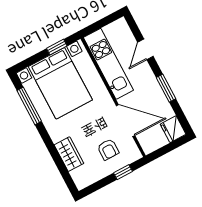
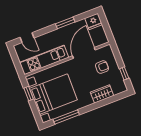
door: (145, 49) -> (27, 38), moved
window: (123, 172) -> (124, 73), moved

